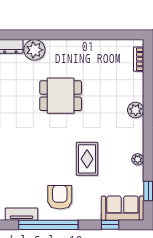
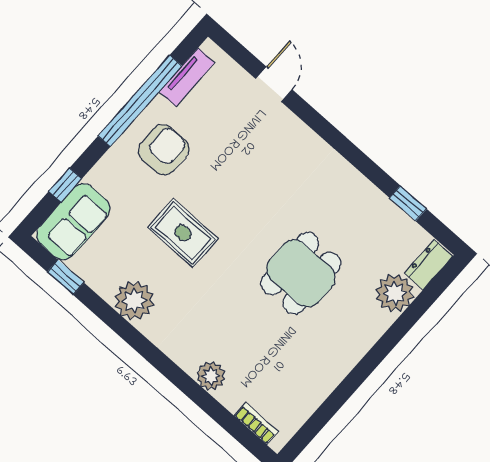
plant: (136, 110) -> (211, 376), moved
plant: (138, 159) -> (134, 301), width x1.88, depth x1.88
armchair: (60, 197) -> (164, 150), turned -90

